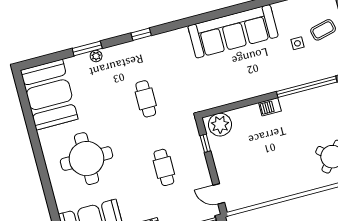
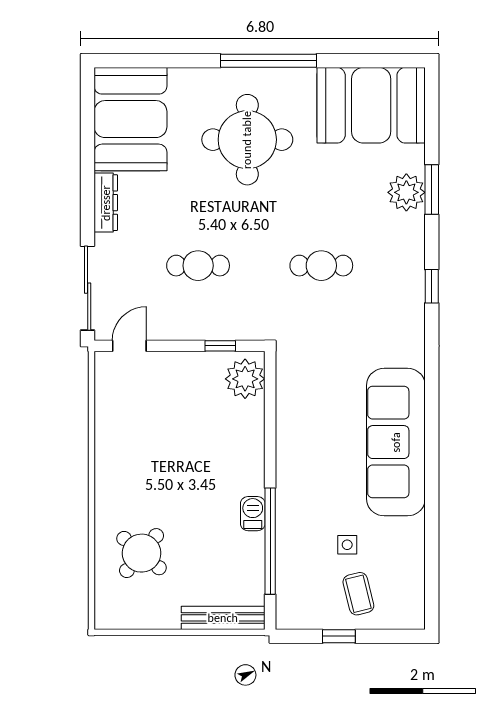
plant: (96, 56) -> (406, 192), width x1.87, depth x1.87
barbecue: (270, 107) -> (253, 514), moved
window: (39, 158) -> (269, 61), added

